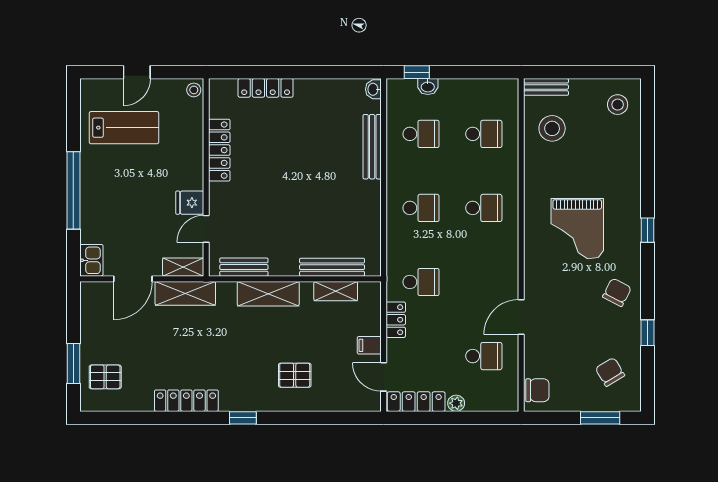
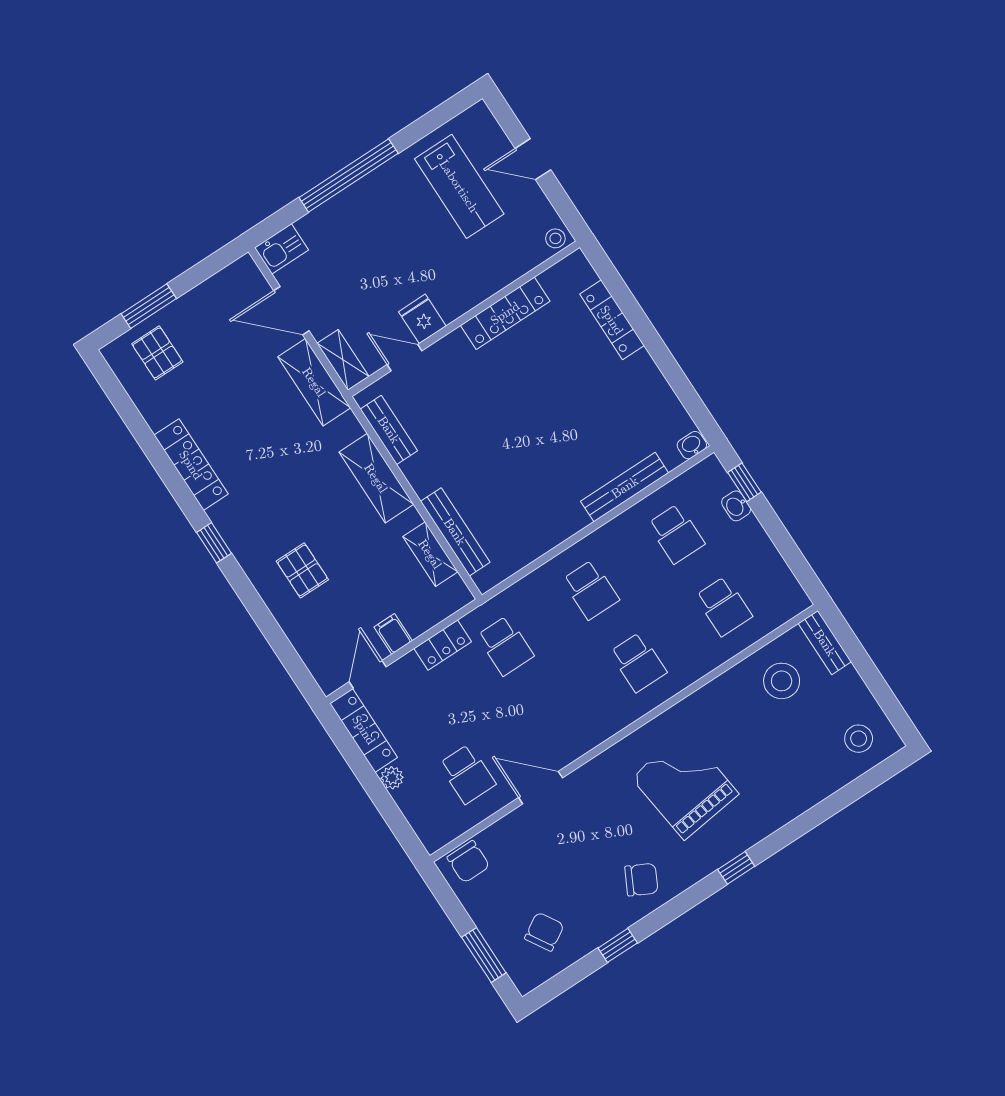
grand piano: (577, 229) -> (685, 786), turned 83

